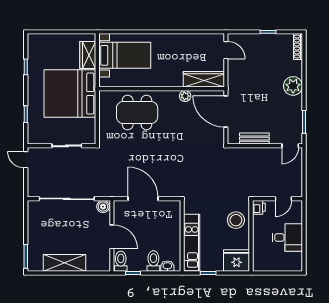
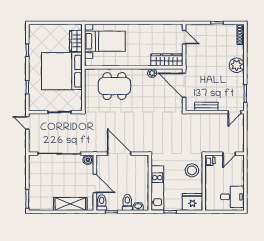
desk: (287, 237) -> (232, 197), moved
shelving: (64, 263) -> (70, 204), moved

